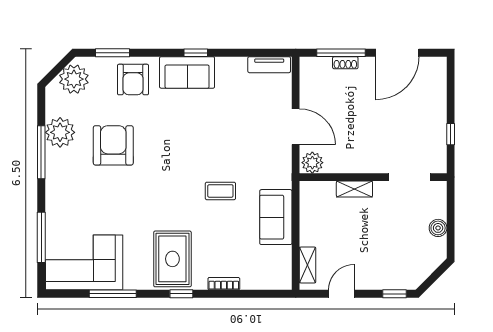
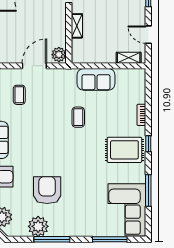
coffee table: (253, 104) -> (19, 95), added
armchair: (113, 145) -> (47, 190), turned 90

